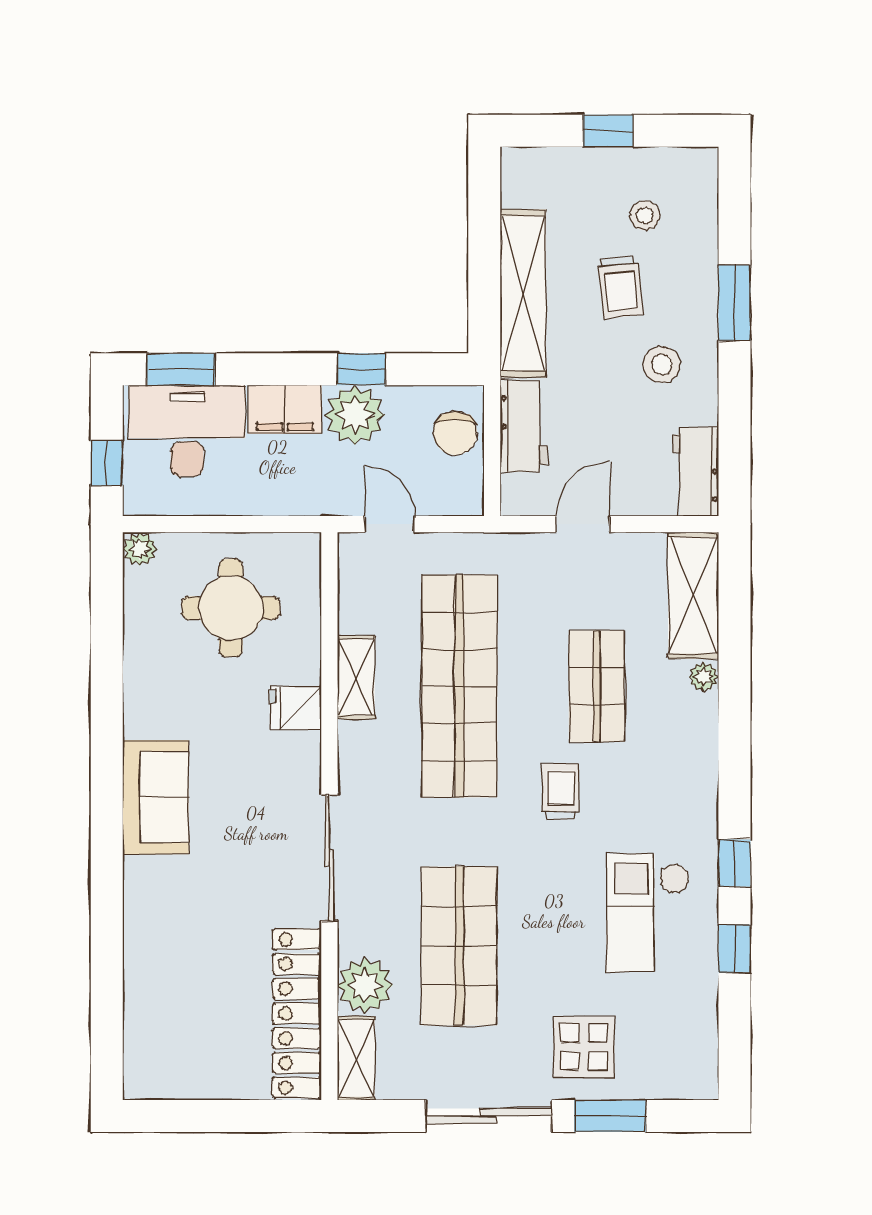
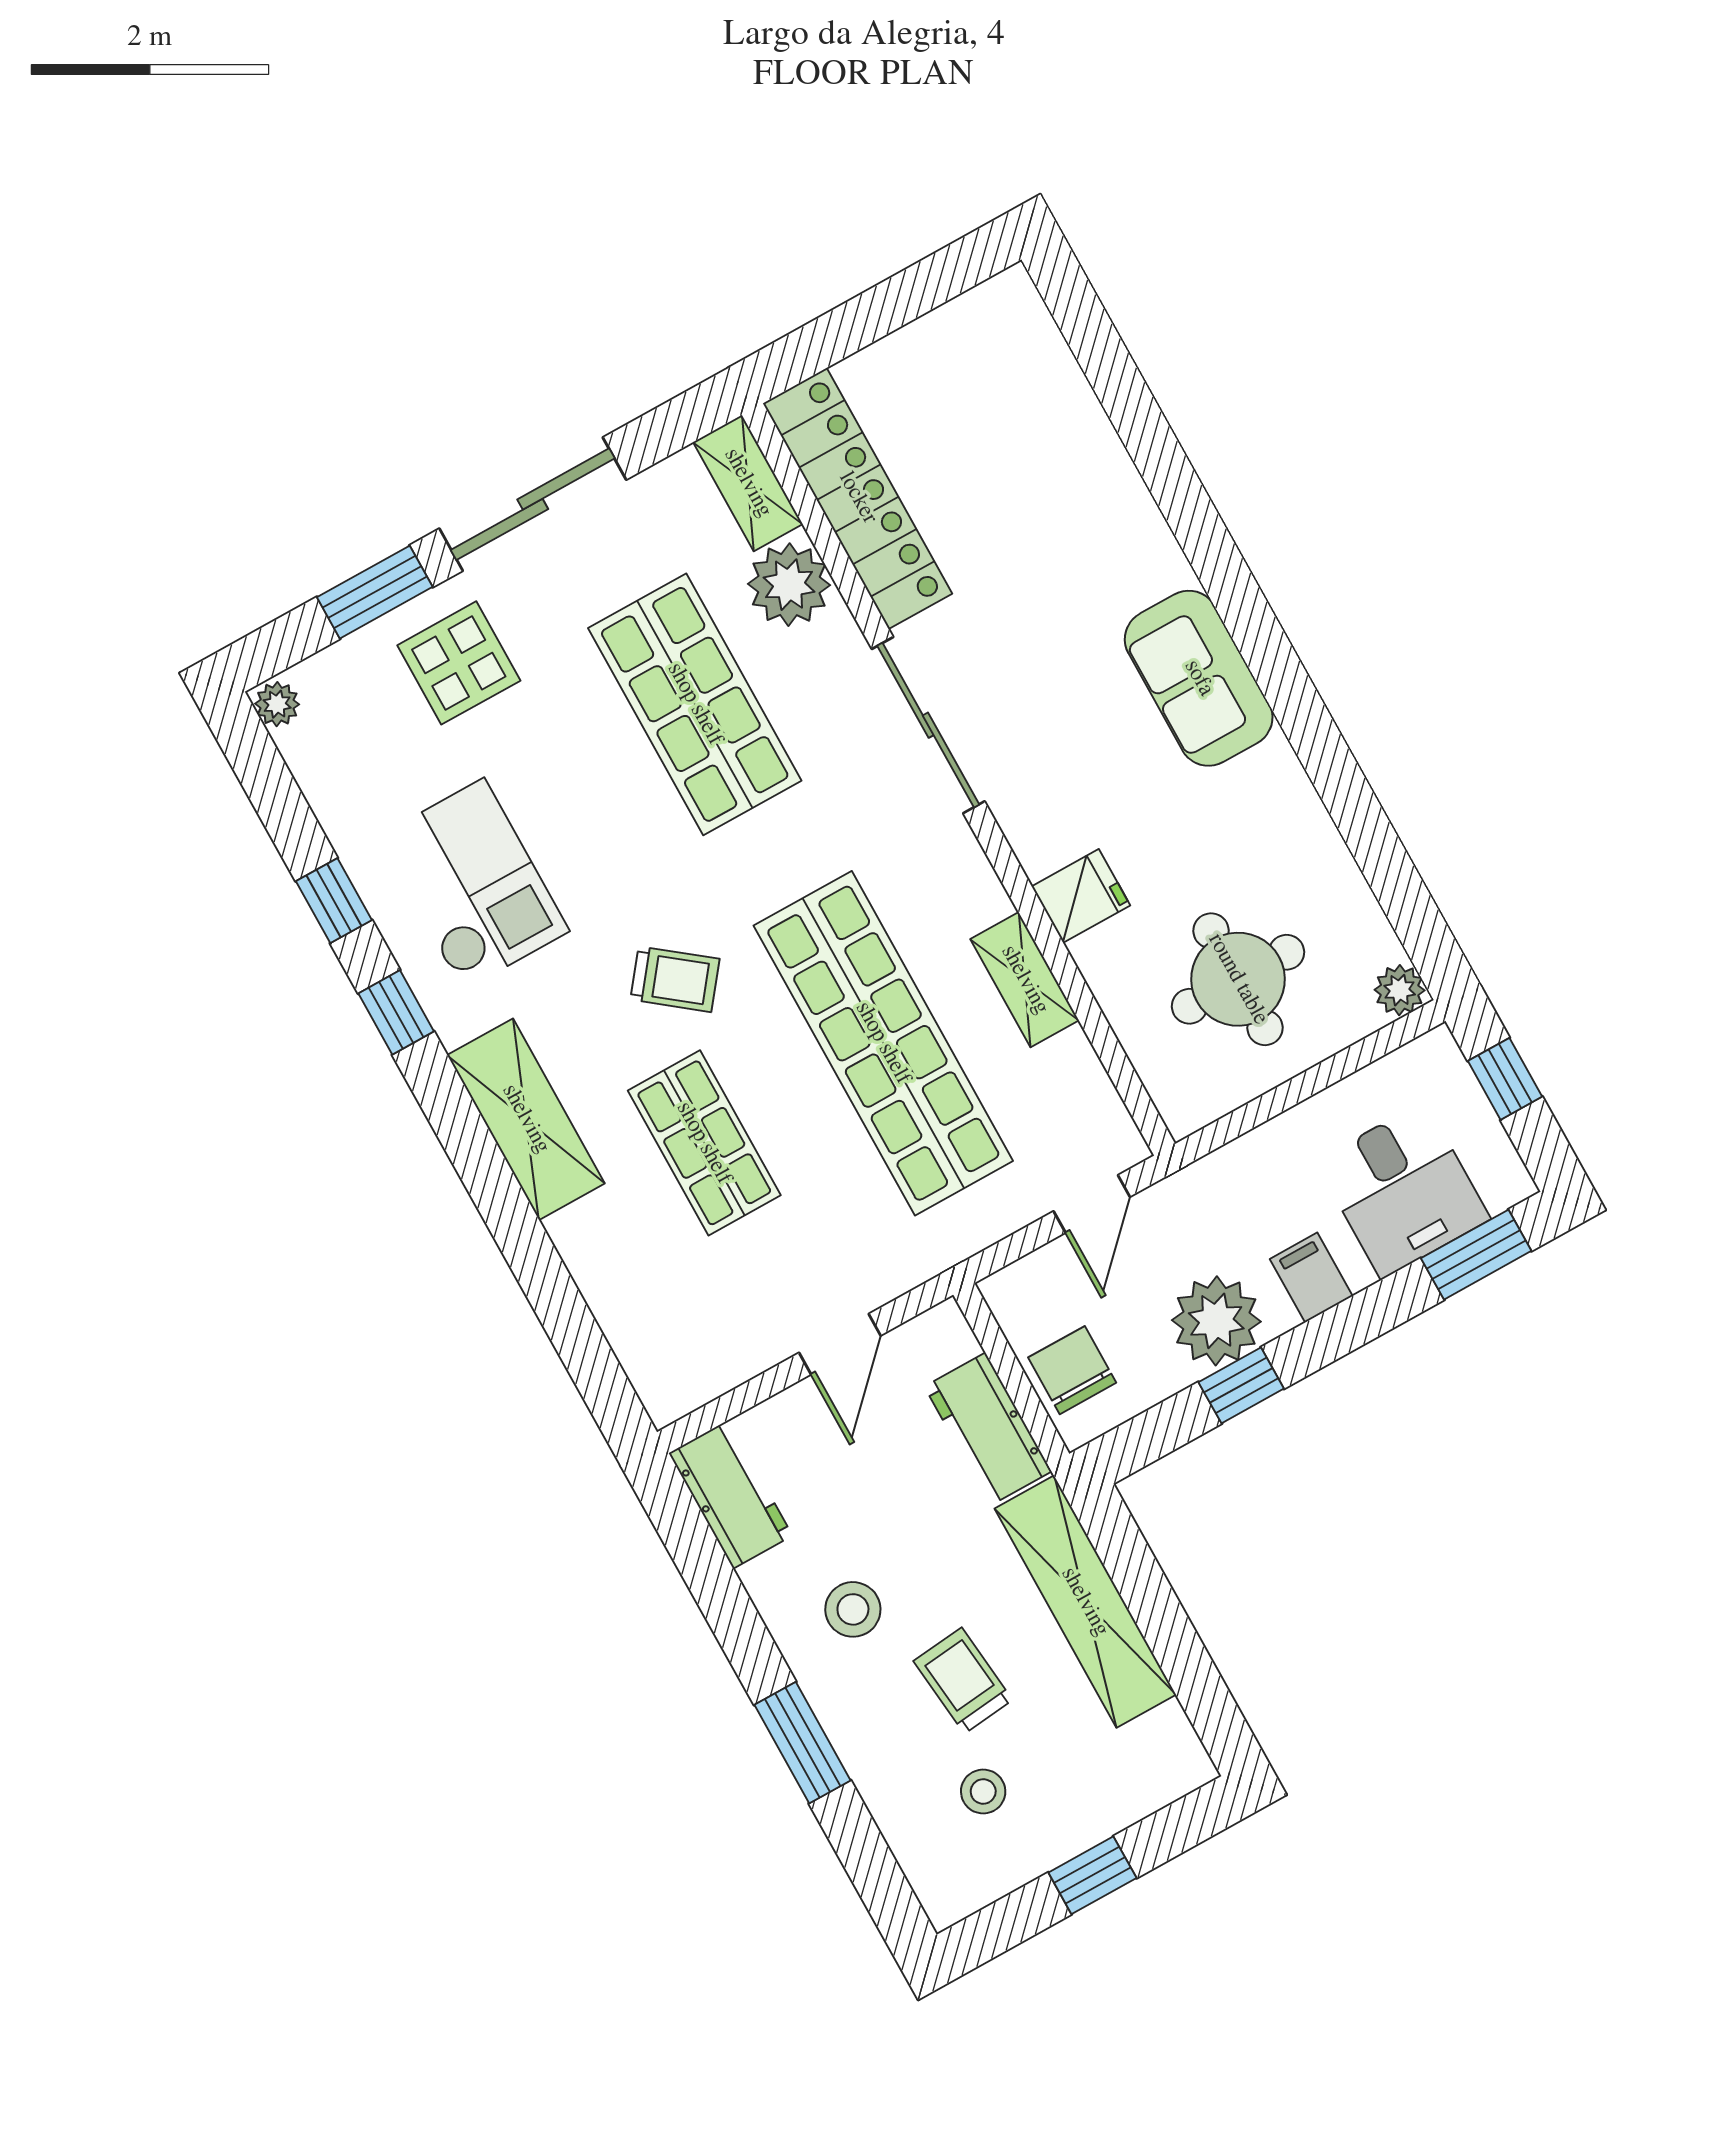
filing cabinet: (285, 409) -> (1311, 1278), width x0.50
desk: (187, 431) -> (1403, 1190), width x0.73
door: (390, 524) -> (1092, 1204), hinge flipped
shelving: (693, 595) -> (526, 1119), moved
plant: (704, 677) -> (277, 704), moved
trolley: (560, 792) -> (675, 979), turned -52

